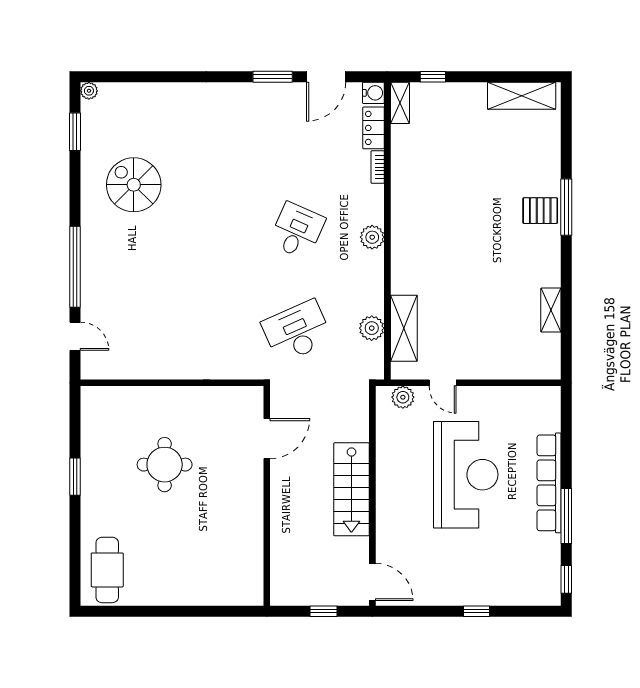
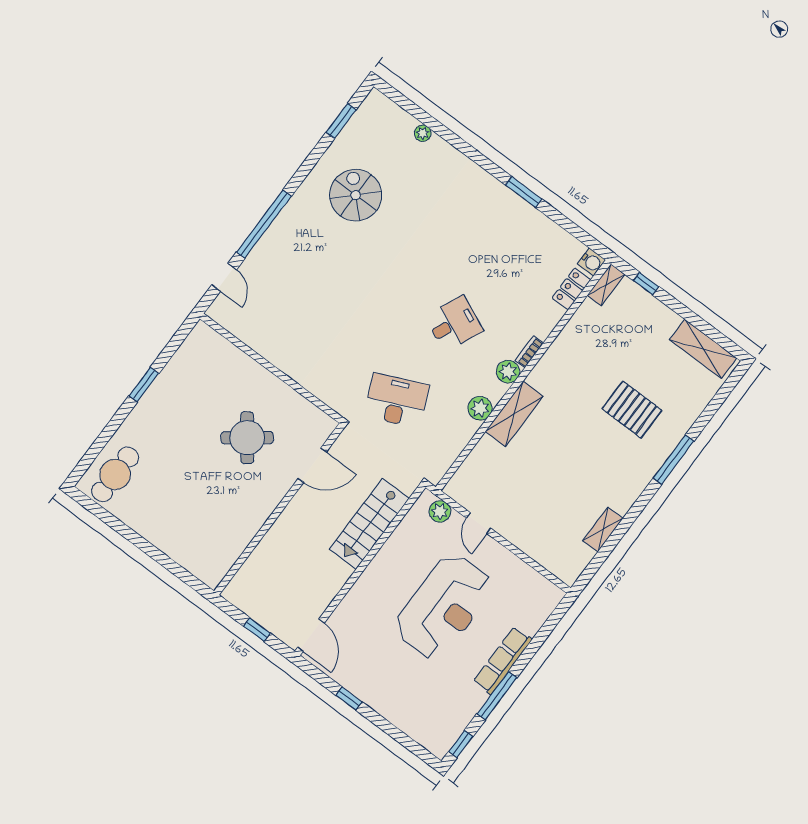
door: (326, 77) -> (565, 223), removed
plant: (89, 91) -> (423, 133), moved
bookcase: (378, 167) -> (529, 352), moved
pallet: (540, 211) -> (632, 410), moved, width x1.50, depth x1.42
plant: (372, 328) -> (480, 408), moved
shelving: (404, 328) -> (514, 414), moved
round table: (165, 465) -> (247, 438), moved, turned -37
row of seats: (549, 483) -> (503, 661), width x0.73
stairs: (351, 489) -> (369, 524), moved
window: (476, 611) -> (349, 699), moved

